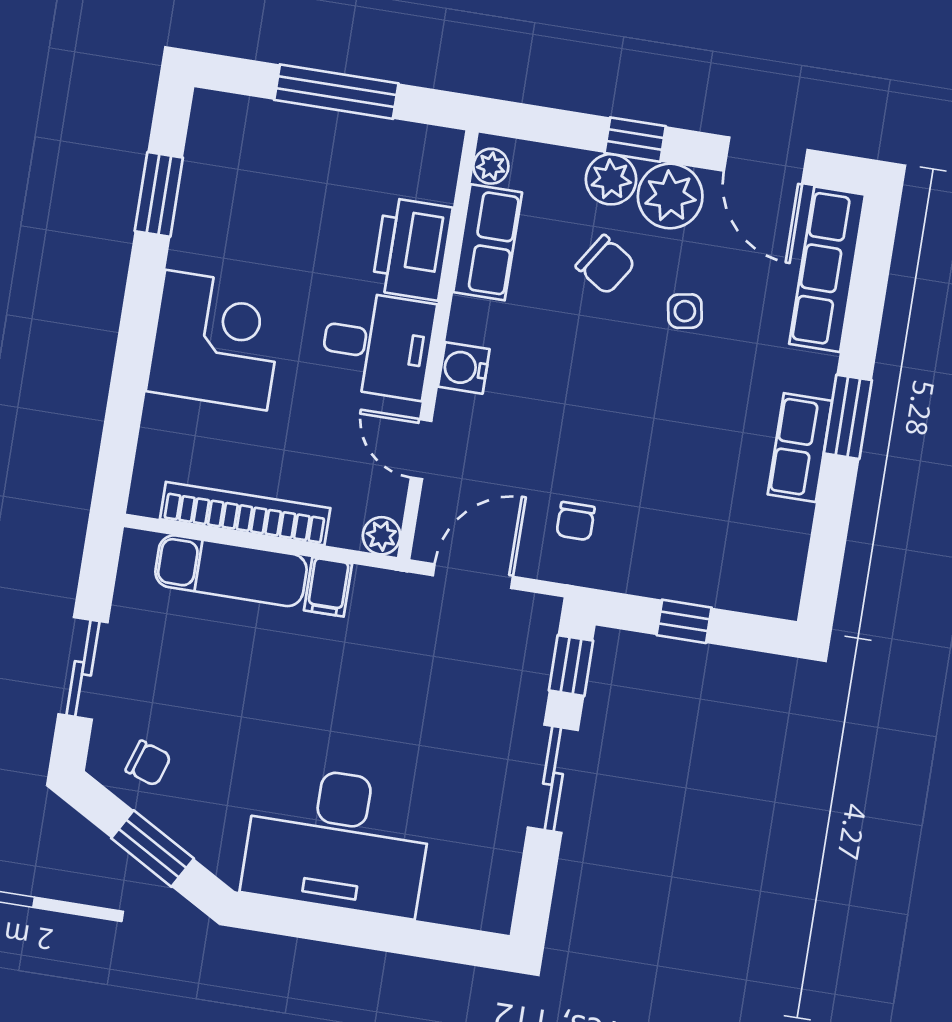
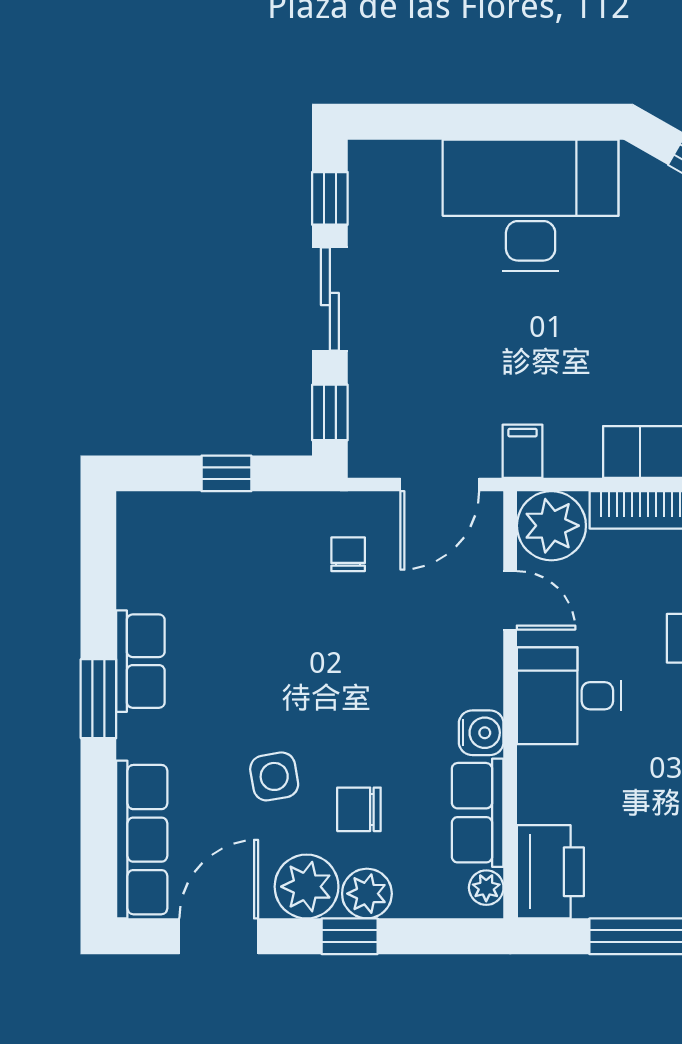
door: (766, 160) -> (219, 936), hinge flipped
printer: (412, 249) -> (550, 872), moved
chair: (606, 265) -> (359, 809), turned -33
side table: (685, 311) -> (274, 776), width x1.37, depth x1.37
water cooler: (464, 368) -> (481, 733), moved
plant: (382, 536) -> (551, 526), width x1.87, depth x1.87
filing cabinet: (328, 587) -> (522, 451), moved
window: (537, 879) -> (330, 198), added

